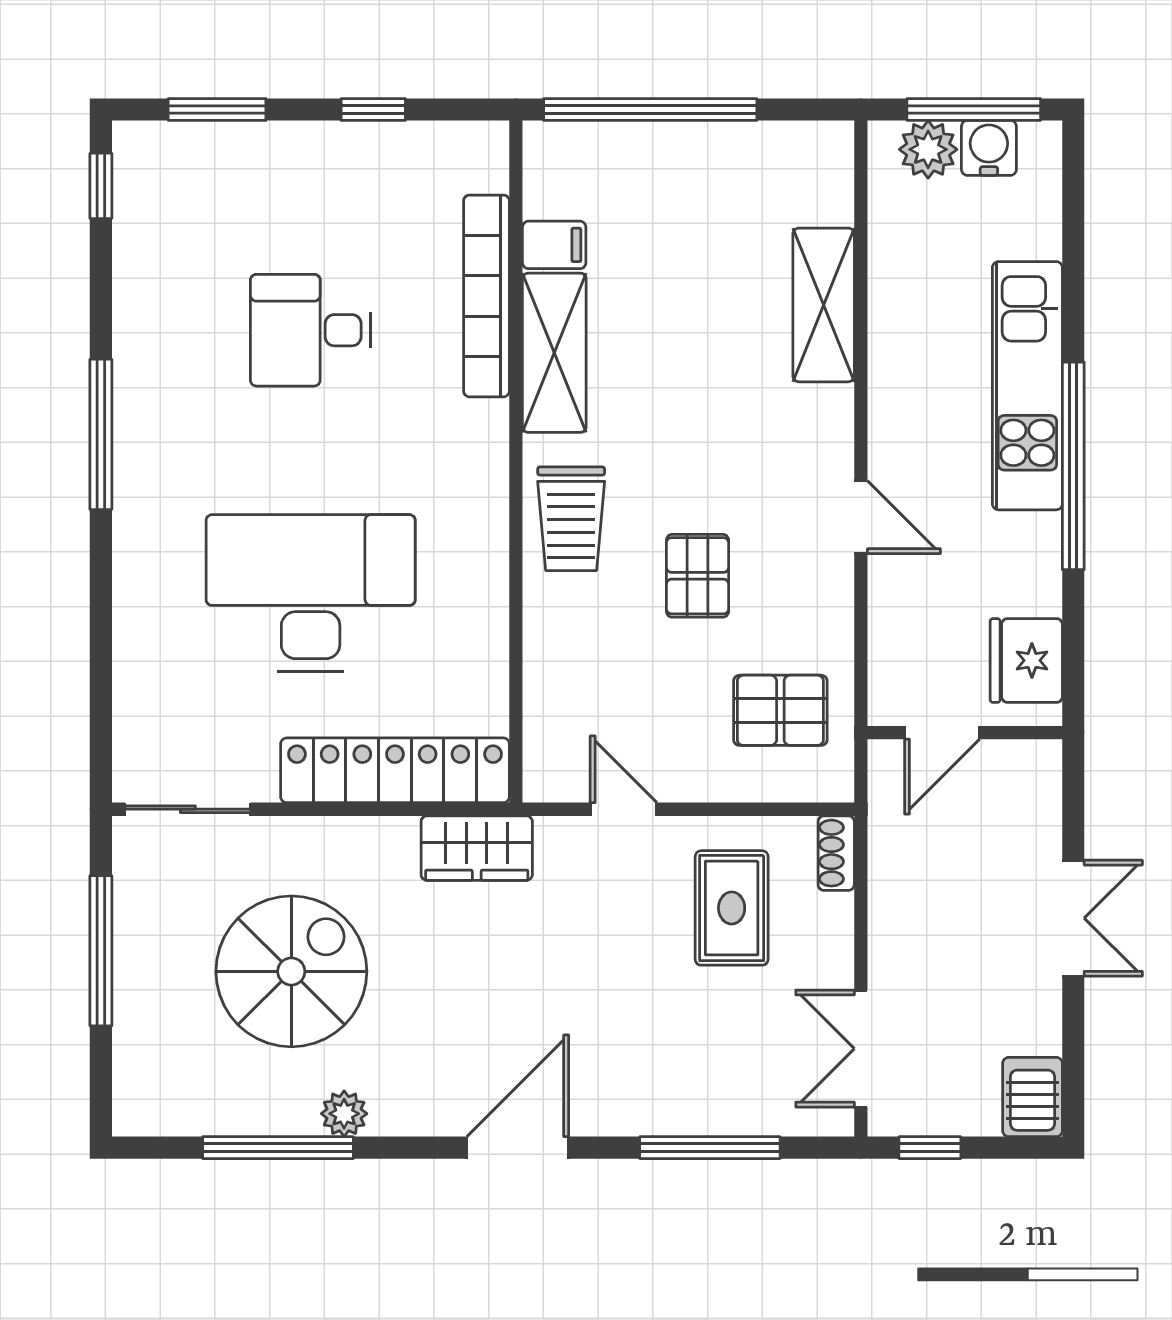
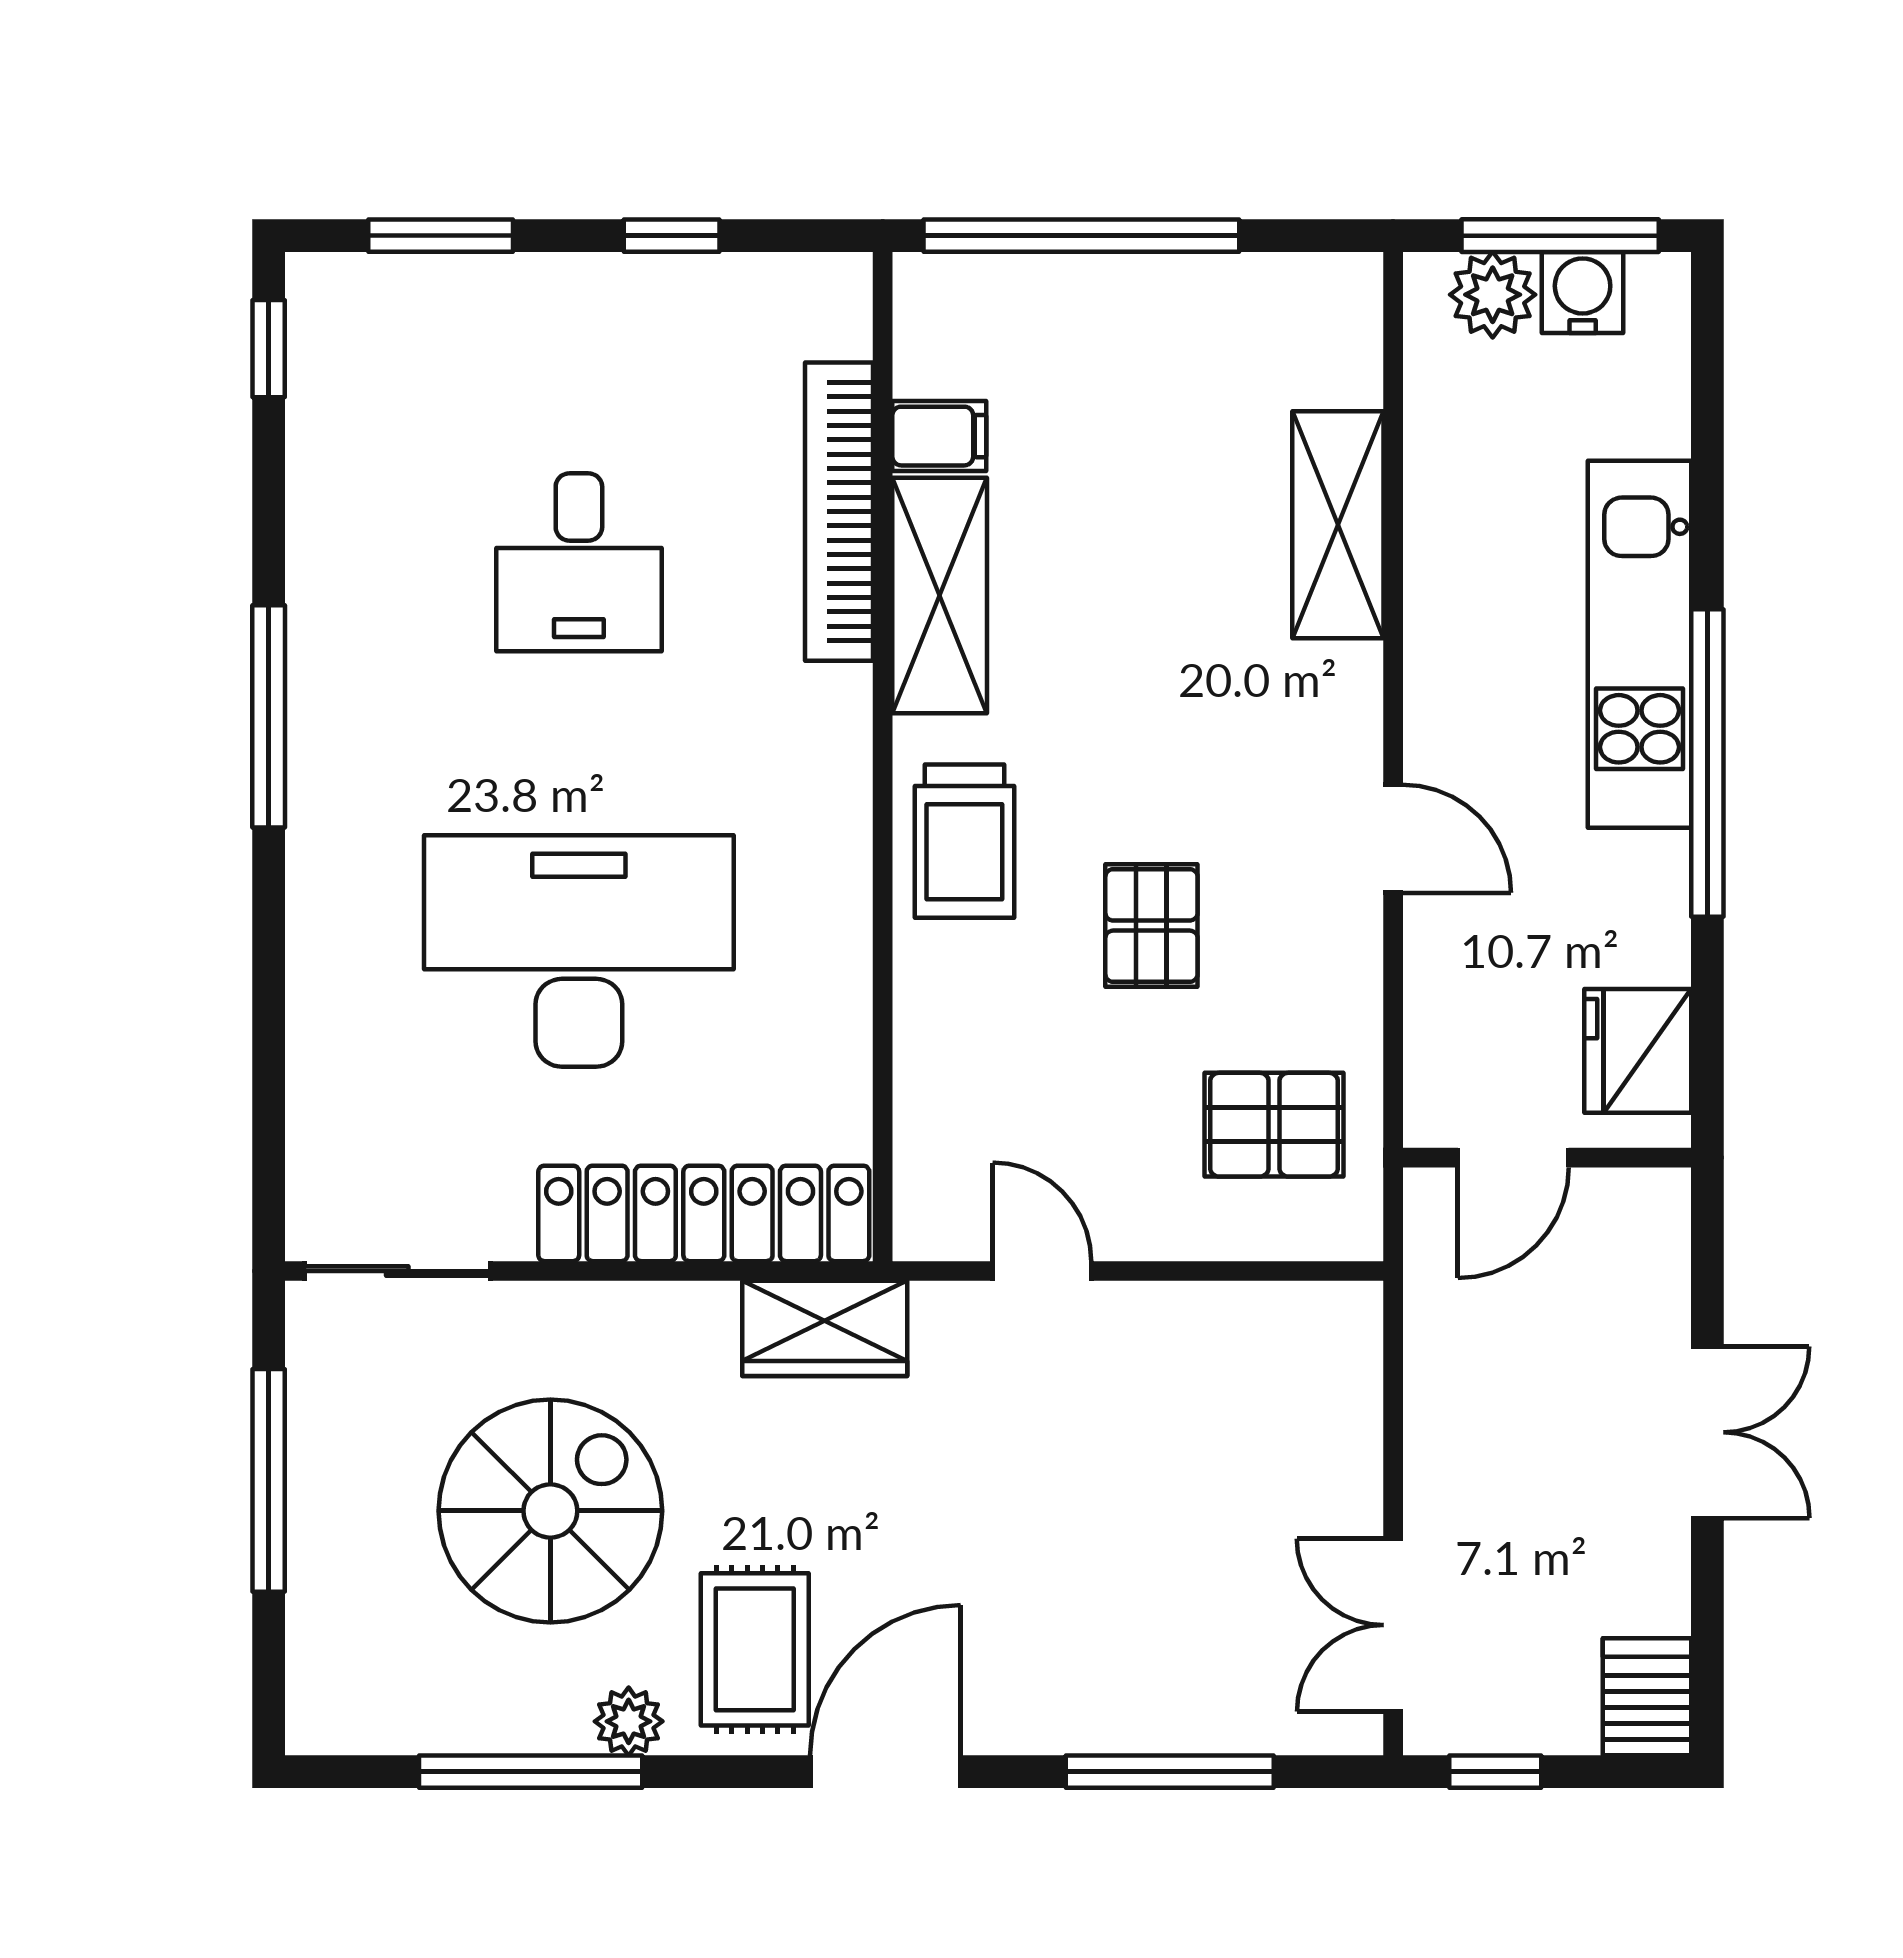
desk: (311, 330) -> (579, 562), turned -90
shoe rack: (836, 853) -> (1357, 1336), removed
rug: (732, 908) -> (755, 1649), moved

